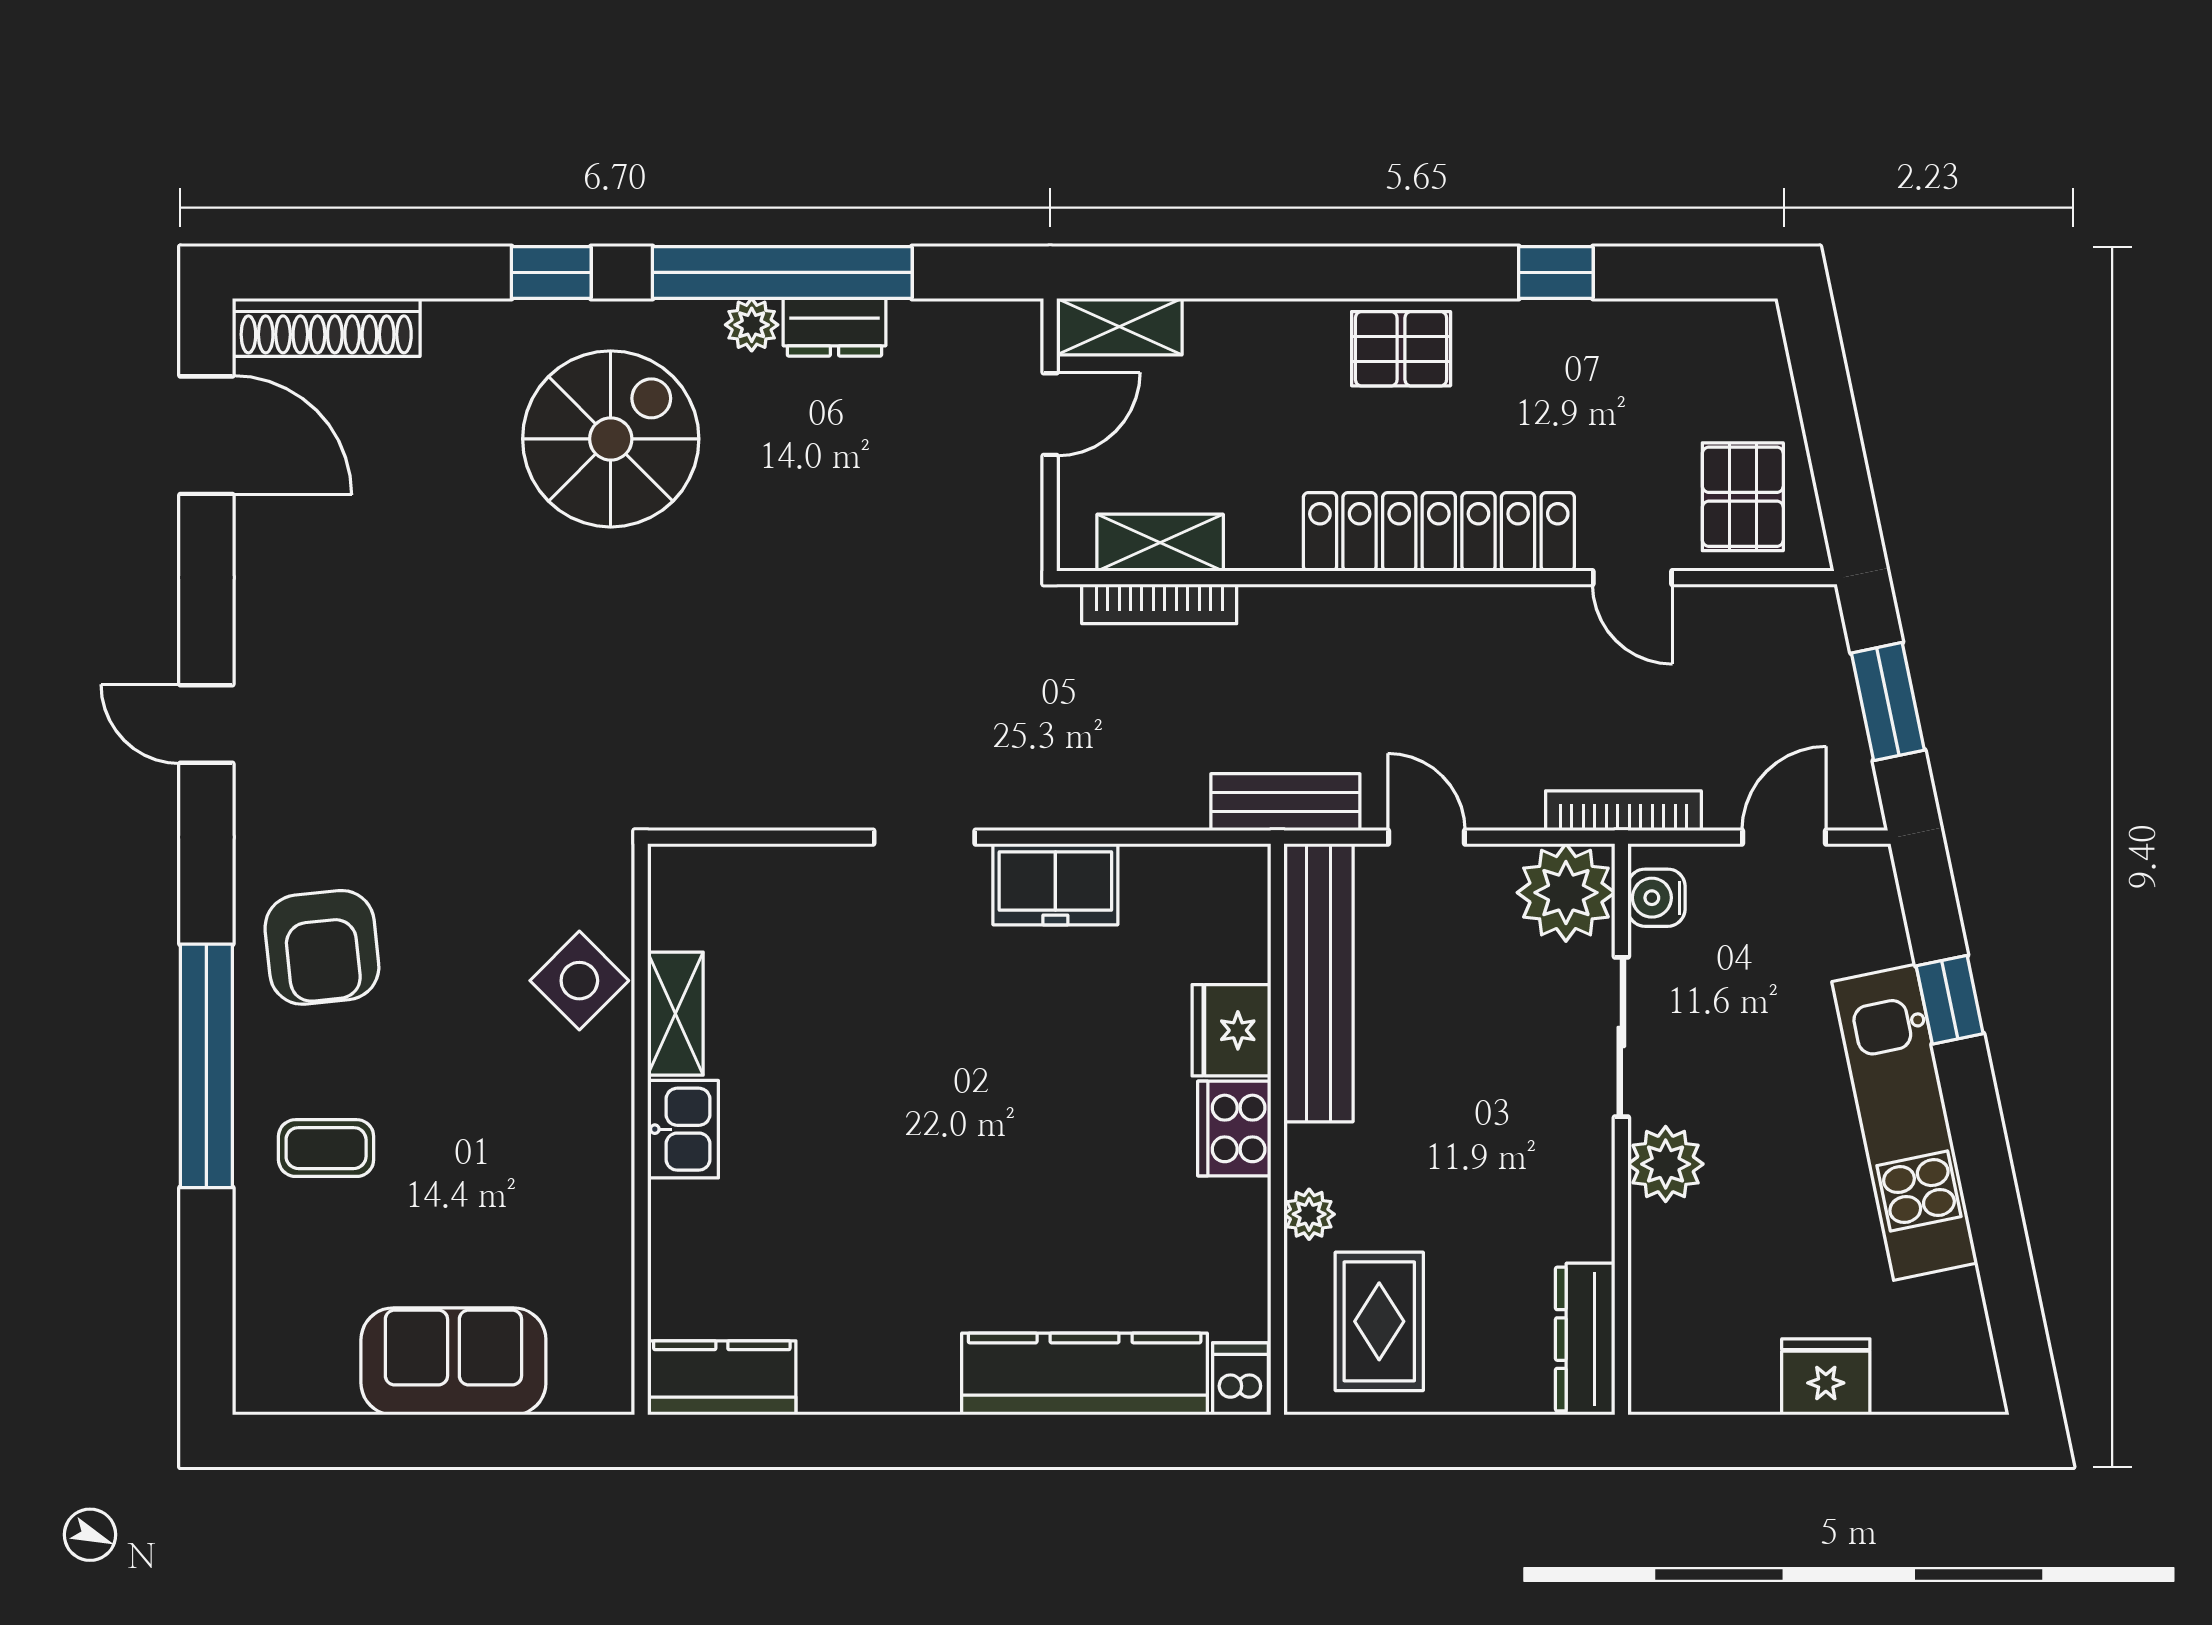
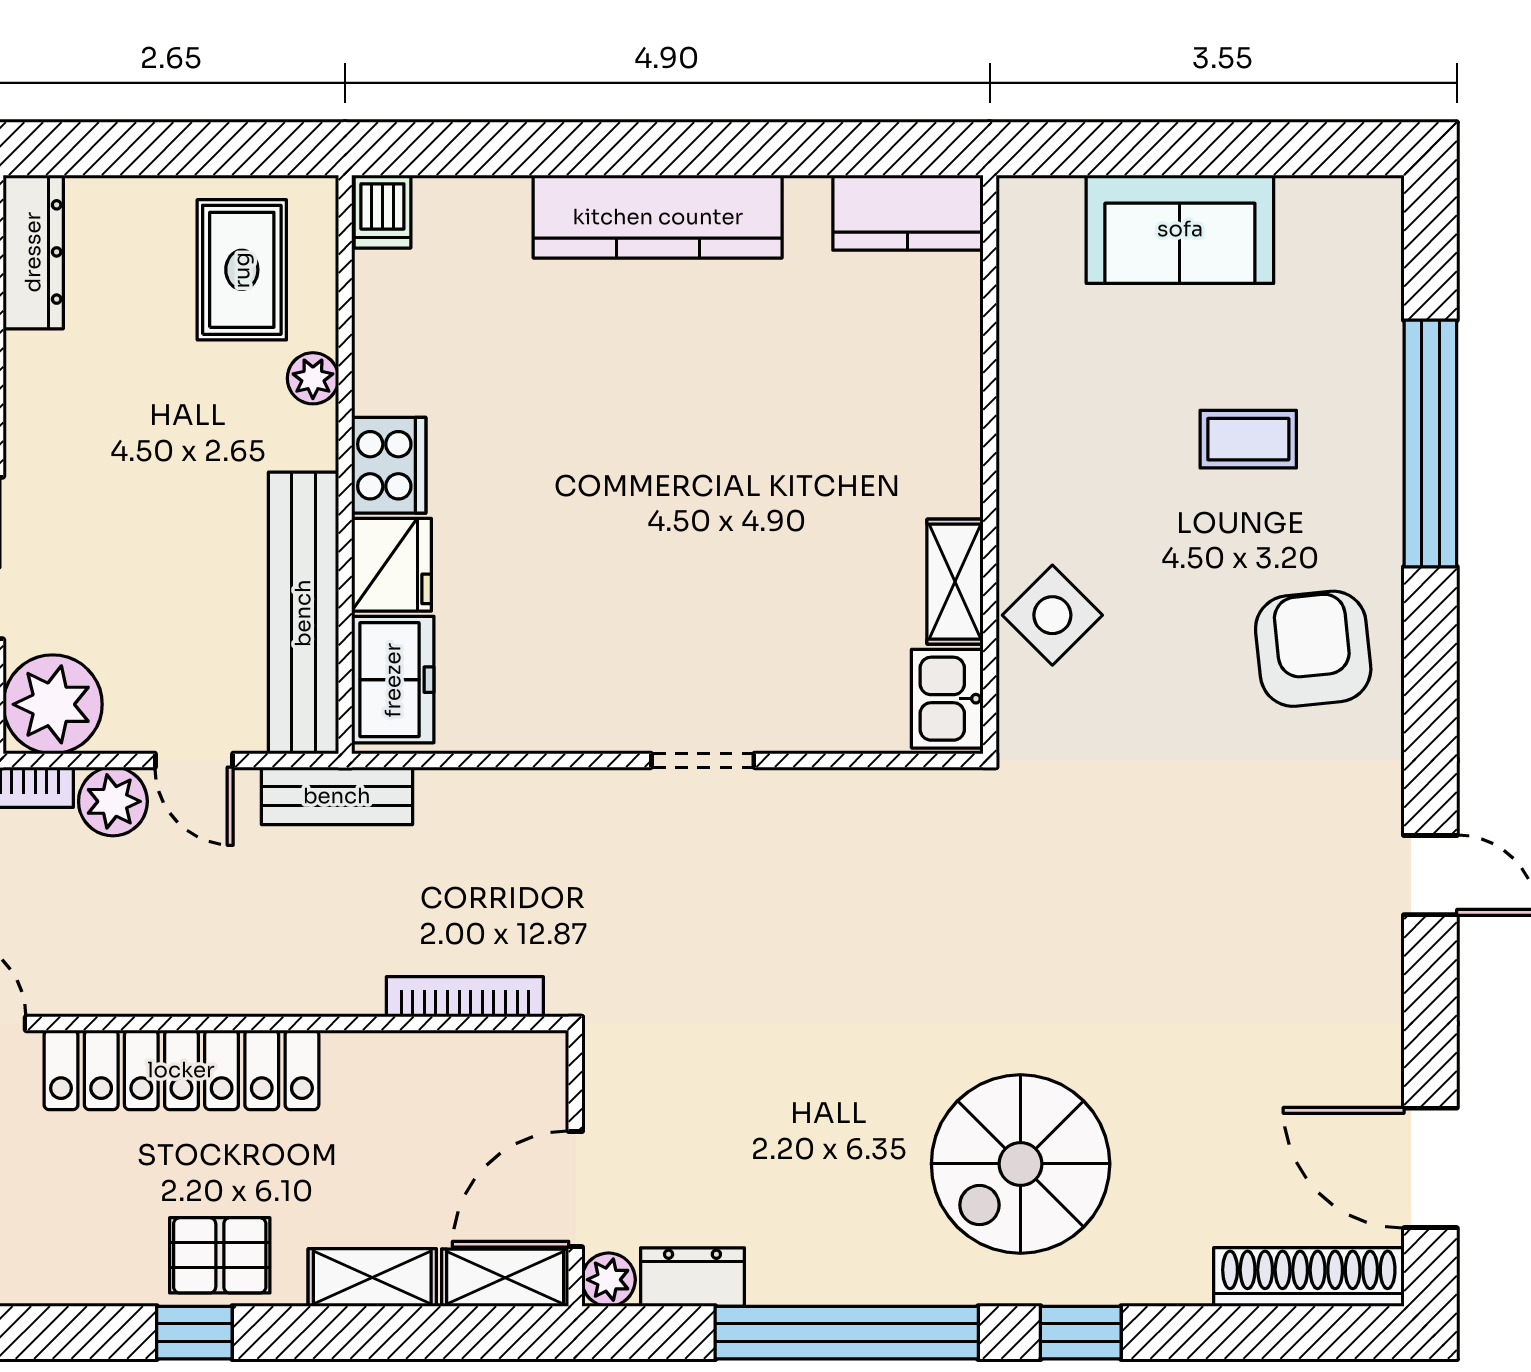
window: (1556, 272) -> (194, 1333), moved
plant: (752, 325) -> (609, 1280), moved
dresser: (834, 327) -> (692, 1277), moved
door: (1050, 414) -> (575, 1189), width x1.38
shelving: (1160, 543) -> (372, 1277), moved
plant: (1506, 797) -> (113, 801), added
freezer: (1055, 884) -> (393, 680), moved, turned 90
window: (206, 1066) -> (1430, 444), moved
kitchen sink: (683, 1129) -> (947, 699), moved
coffee table: (326, 1148) -> (1248, 439), moved
kitchen counter: (1085, 1374) -> (658, 217), moved

